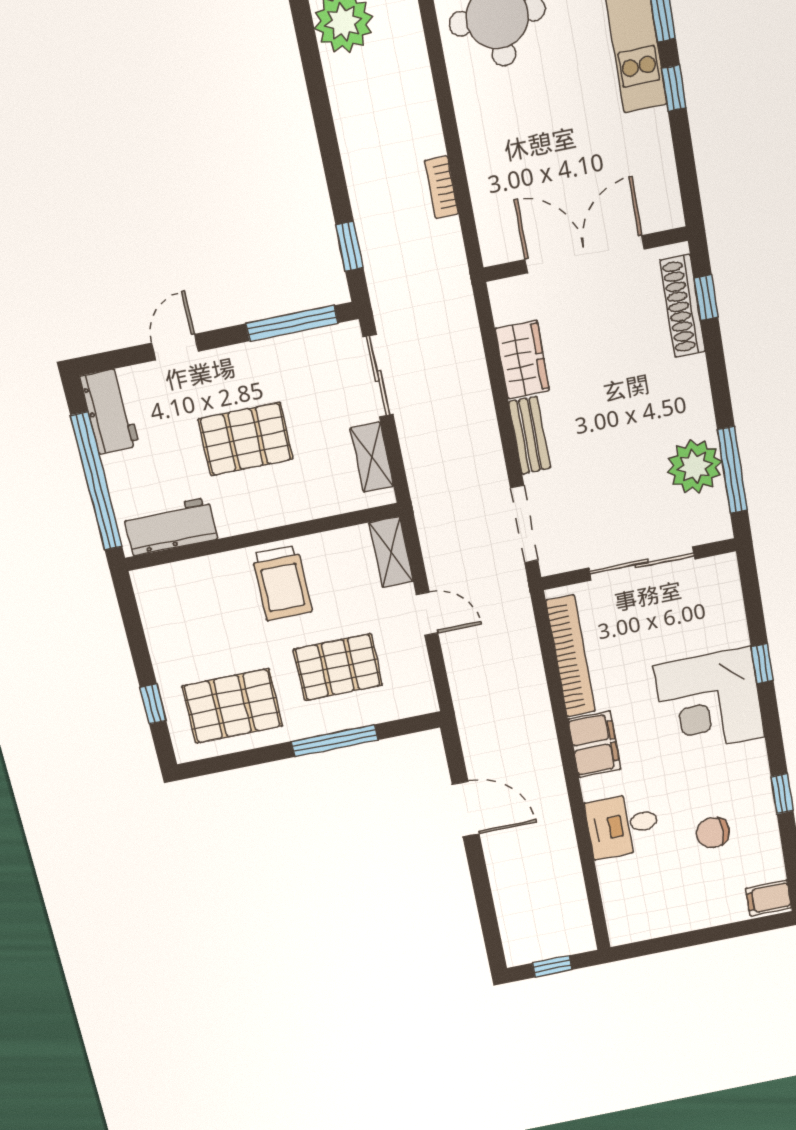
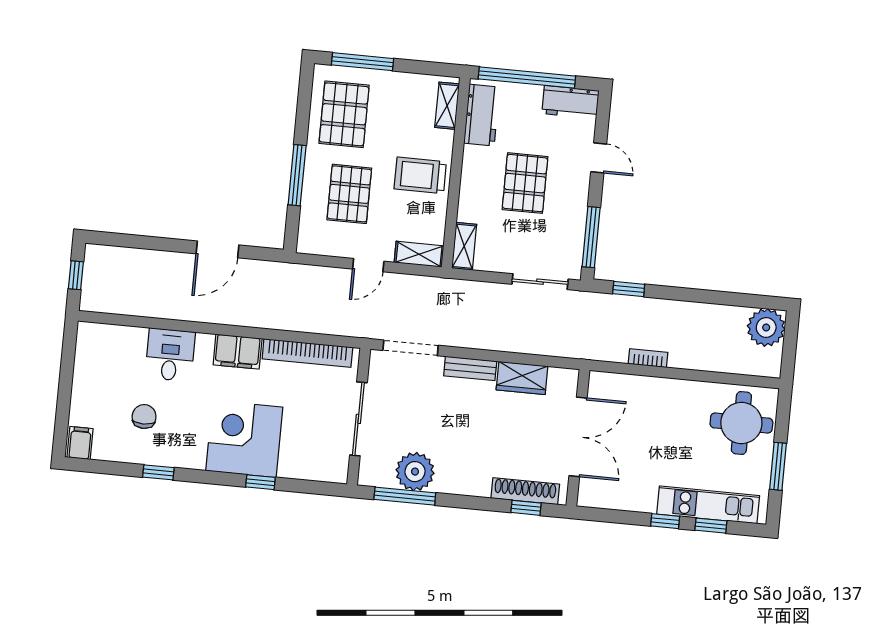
shelving: (372, 457) -> (464, 246), moved, turned 90
shelving: (174, 577) -> (447, 106), added
window: (153, 704) -> (362, 62), width x2.17

